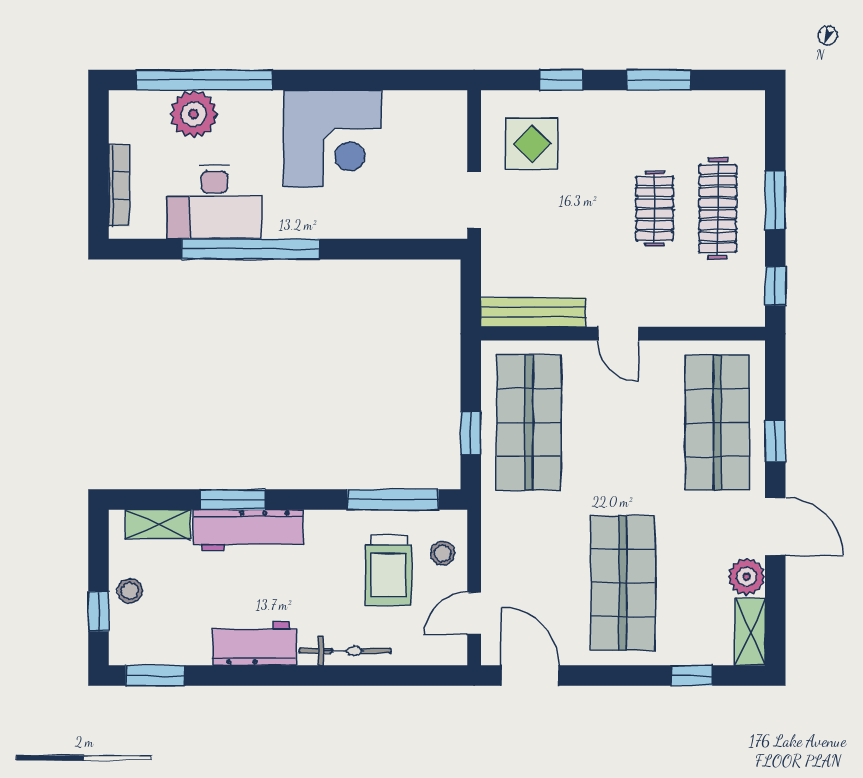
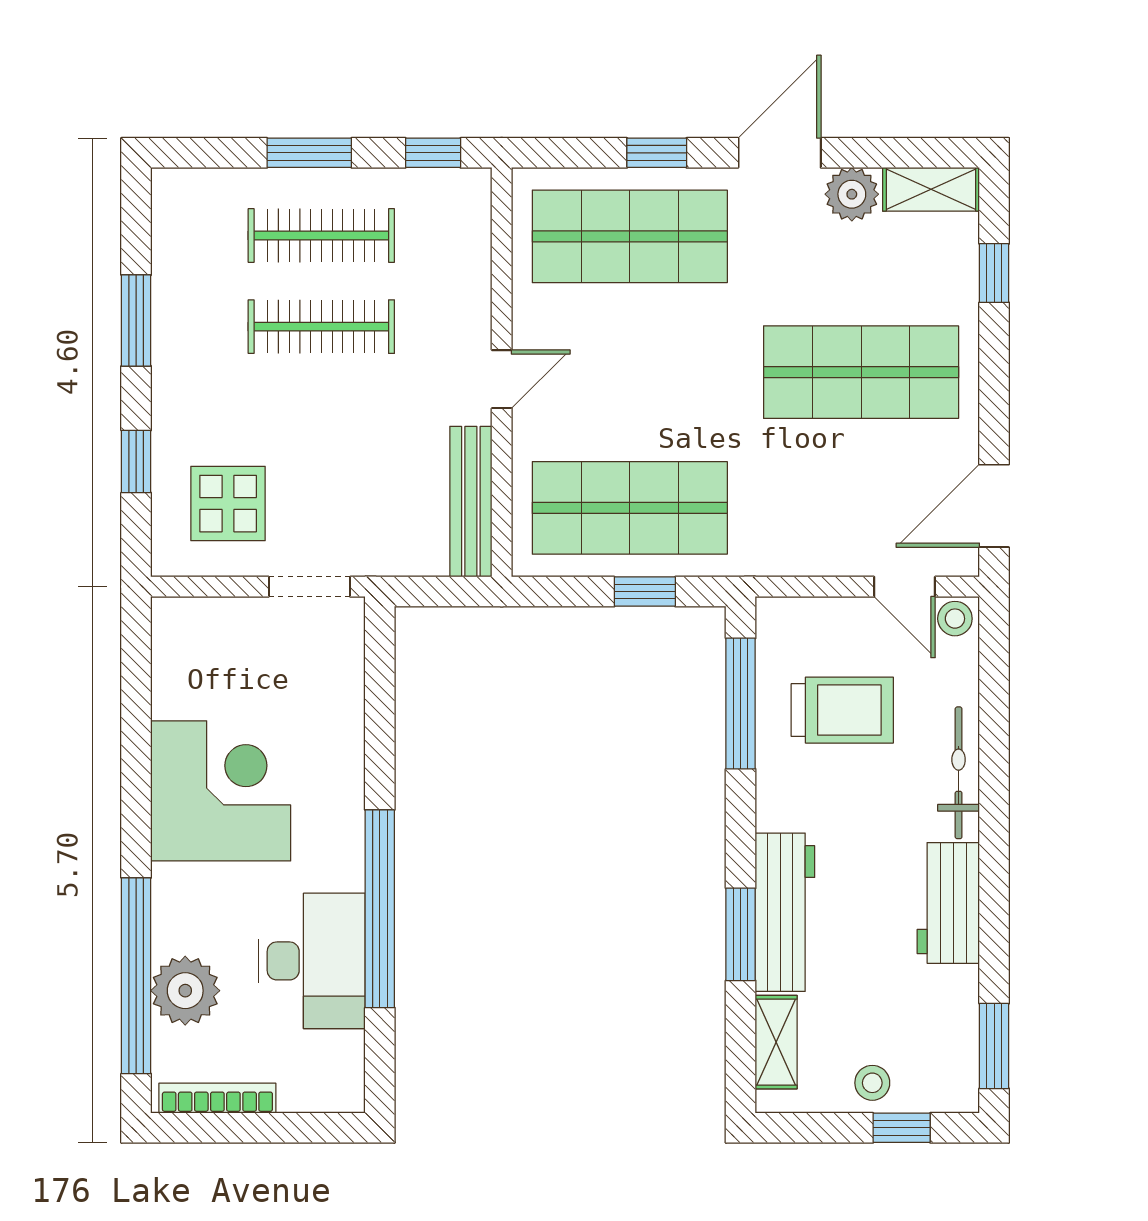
bookcase: (119, 185) -> (217, 1098), moved
clothes rail: (655, 209) -> (321, 327), width x1.36
stool: (443, 553) -> (955, 619), moved

